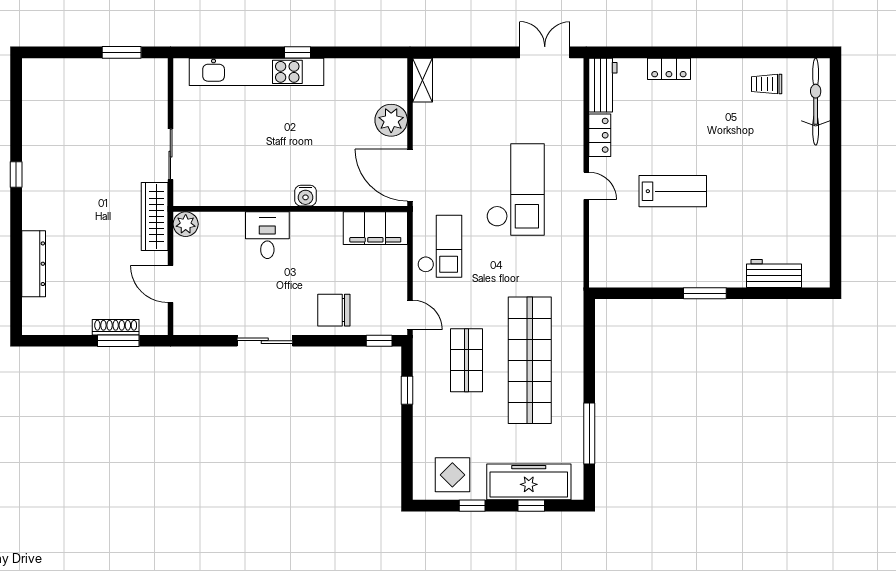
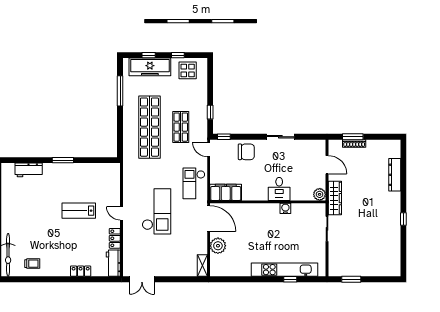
window: (298, 52) -> (290, 279), moved
checkout: (515, 190) -> (157, 211), turned 180
water cooler: (305, 196) -> (285, 208), moved

